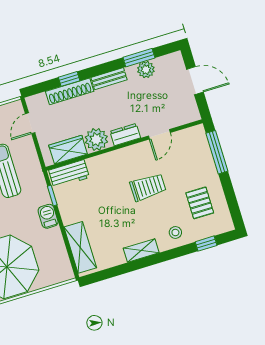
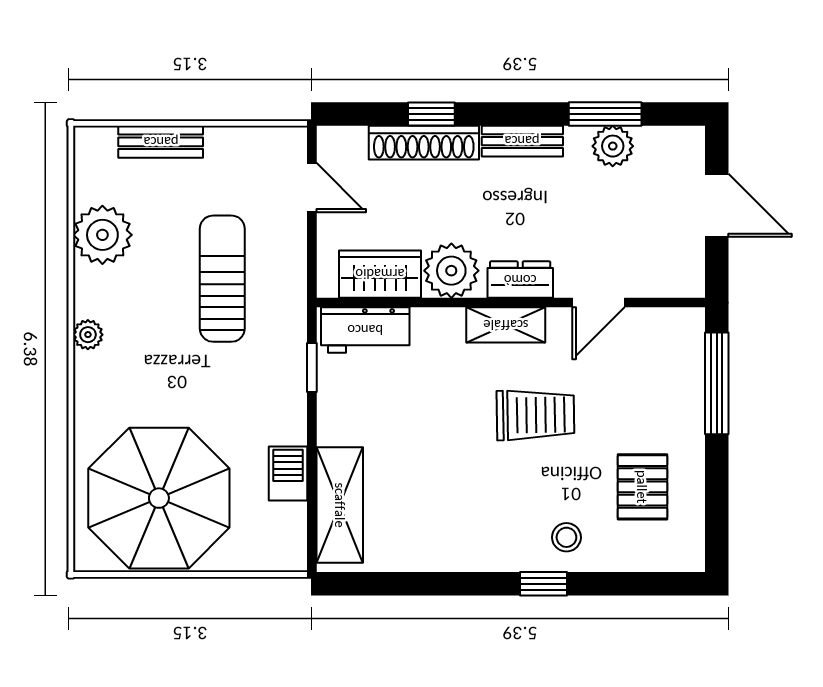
door: (30, 123) -> (312, 188), swing flipped
barbecue: (48, 216) -> (288, 474), moved
window: (206, 244) -> (544, 584), moved
shelving: (141, 250) -> (506, 325), moved

